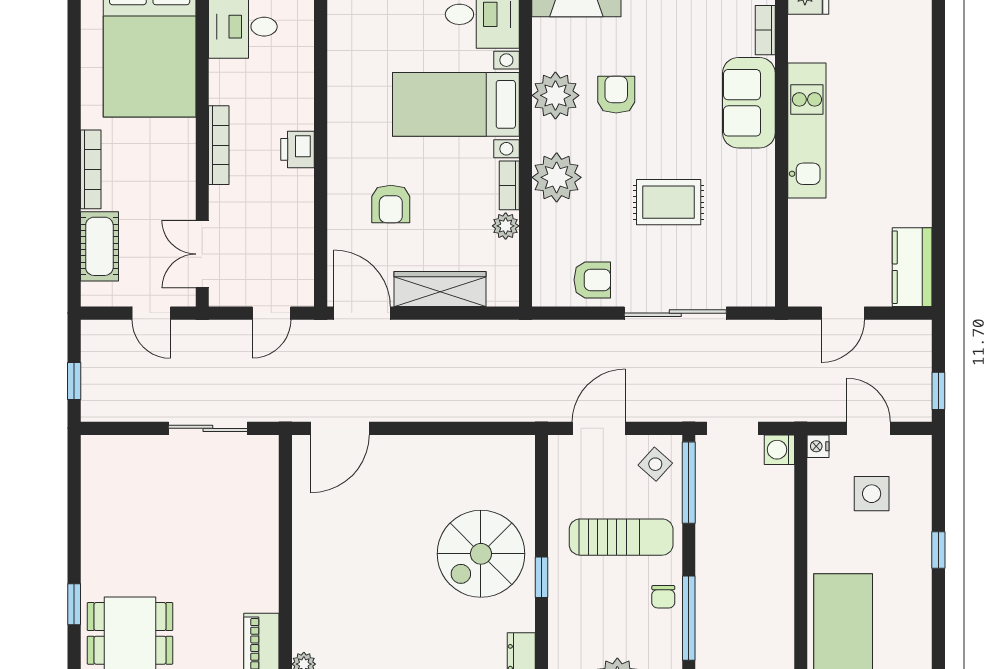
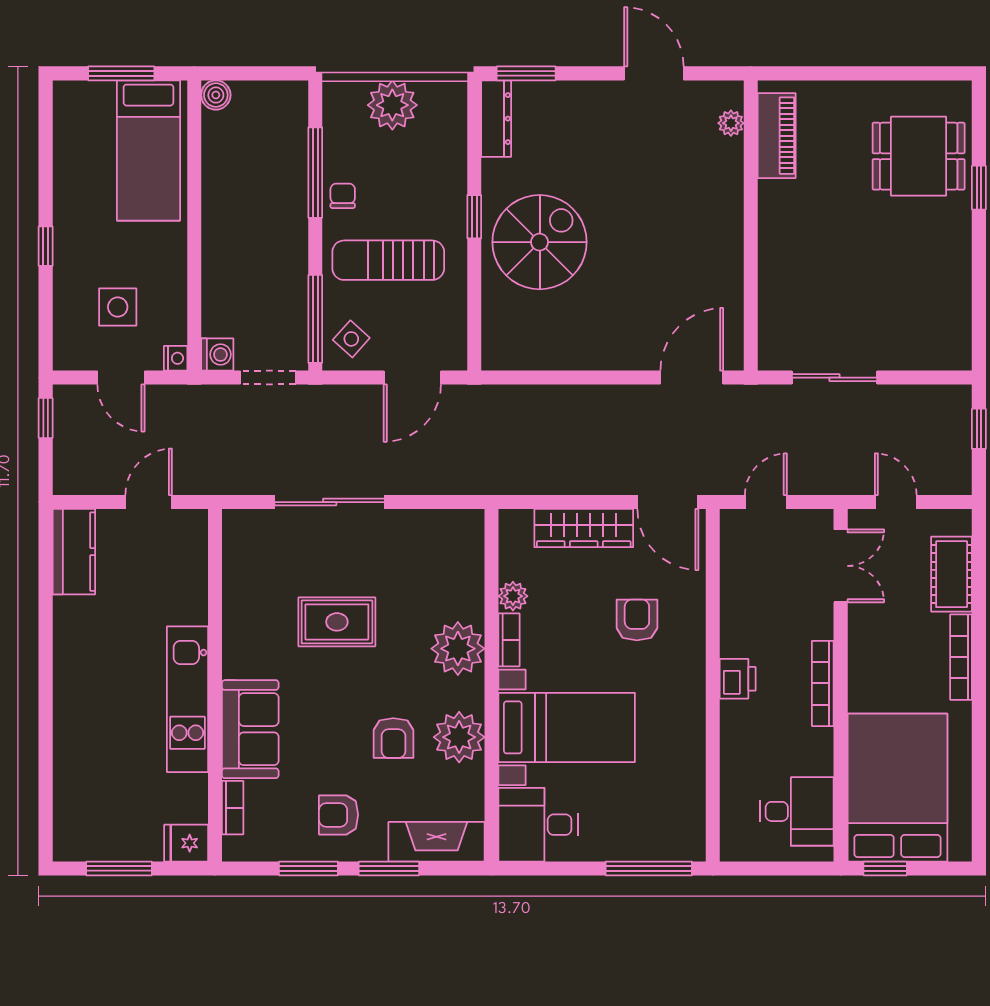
armchair: (592, 280) -> (339, 815), moved

